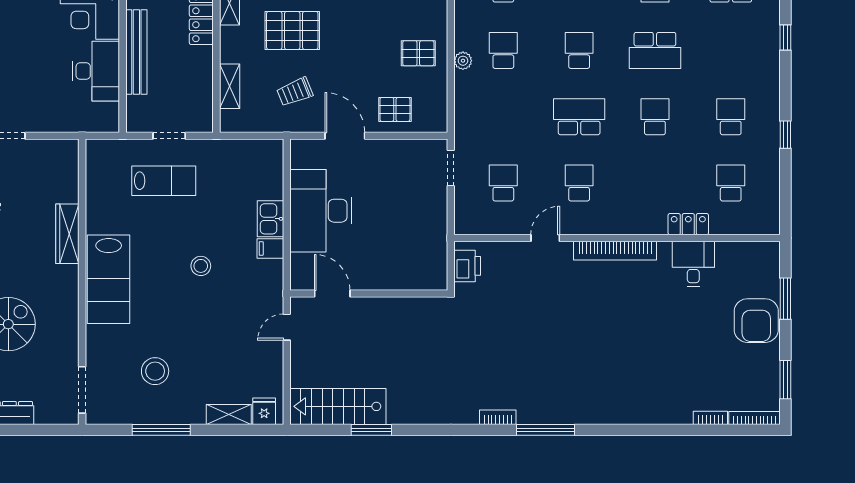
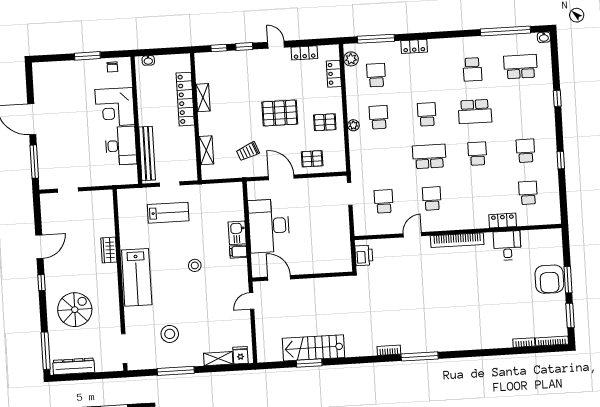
pallet: (292, 30) -> (280, 113), moved
bench: (136, 52) -> (147, 153), moved
wardrobe: (67, 234) -> (109, 250), width x0.67
window: (785, 299) -> (568, 280), moved
stairs: (338, 406) -> (313, 348), moved

